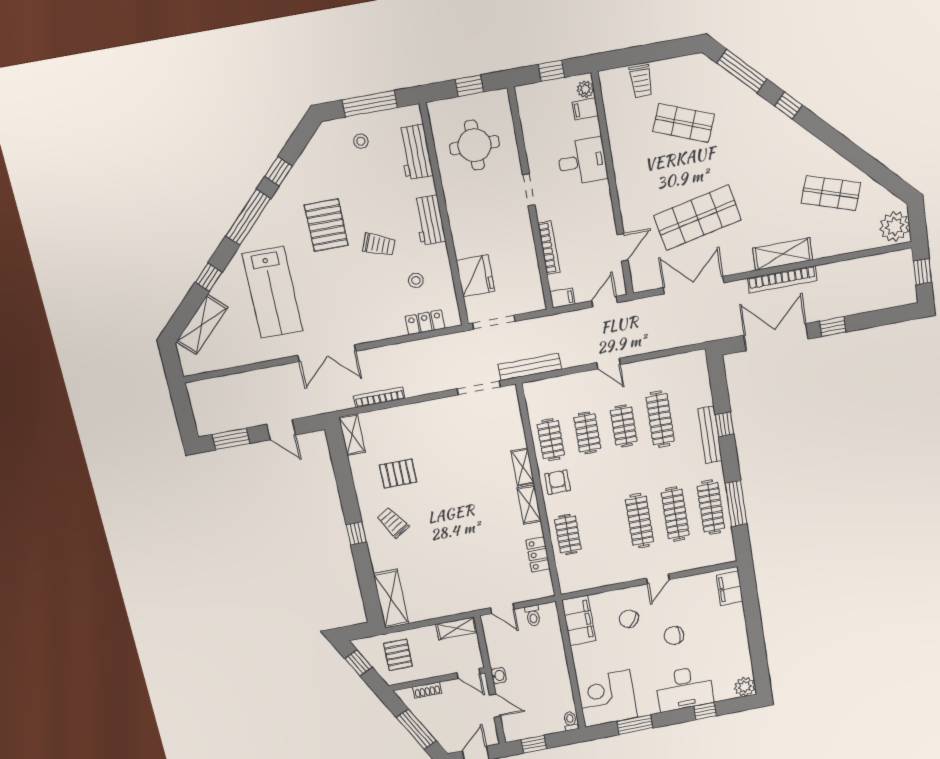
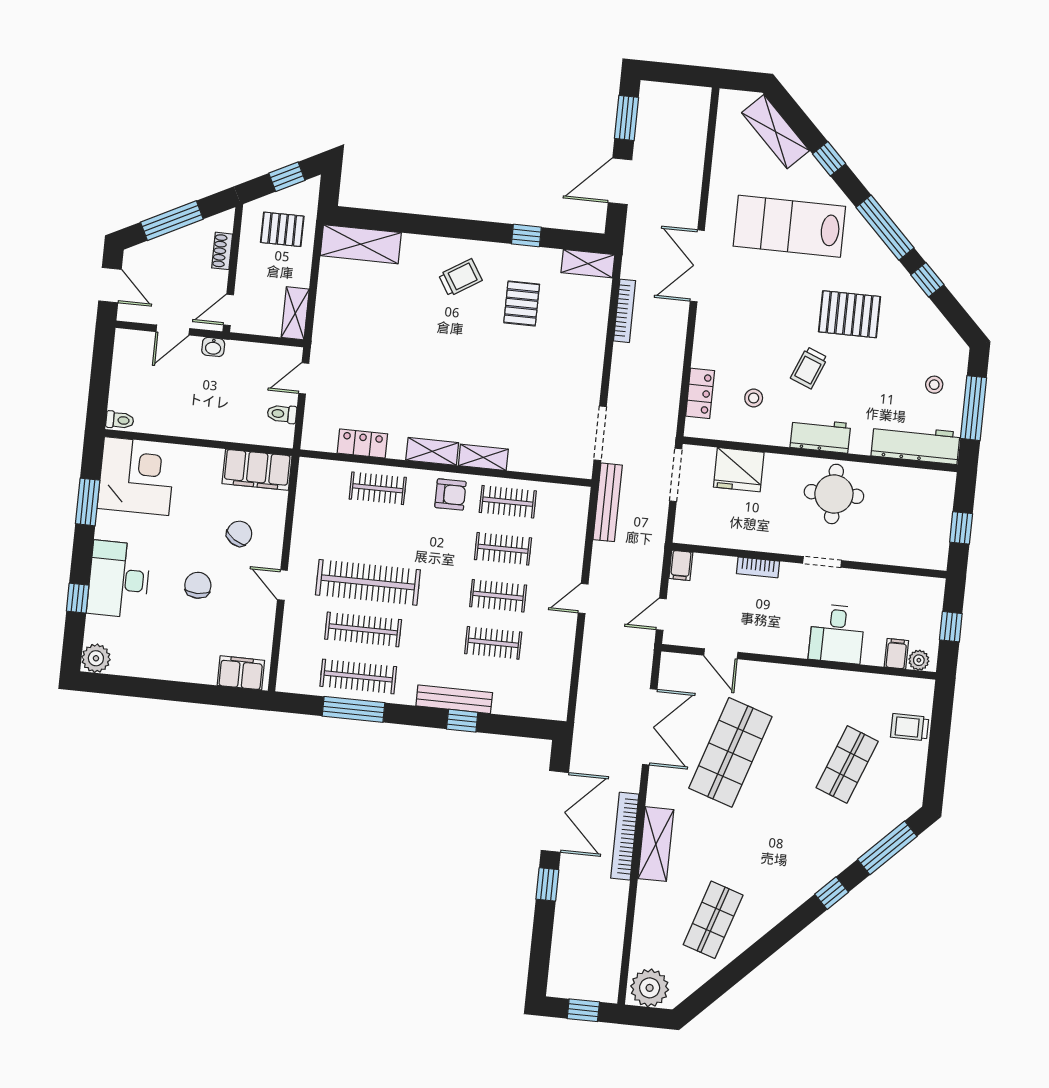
round table: (474, 145) -> (834, 494), moved
workbench: (415, 152) -> (916, 444), width x1.38
shop shelf: (697, 218) -> (730, 752), turned 30
bookcase: (549, 248) -> (758, 567), width x0.64
door: (604, 302) -> (661, 614), swing flipped
clothes rail: (660, 419) -> (493, 643), width x0.73
door: (281, 430) -> (620, 181), width x1.38
clothes rail: (639, 521) -> (368, 582), width x1.37, depth x1.31
window: (356, 533) -> (526, 236), moved
window: (534, 744) -> (102, 364), removed

